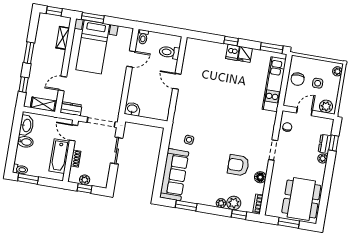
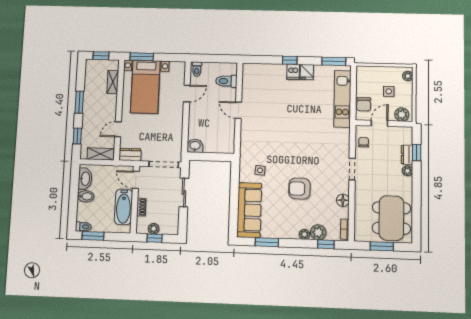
chair: (298, 79) -> (364, 104), moved
armchair: (238, 165) -> (299, 189), moved

